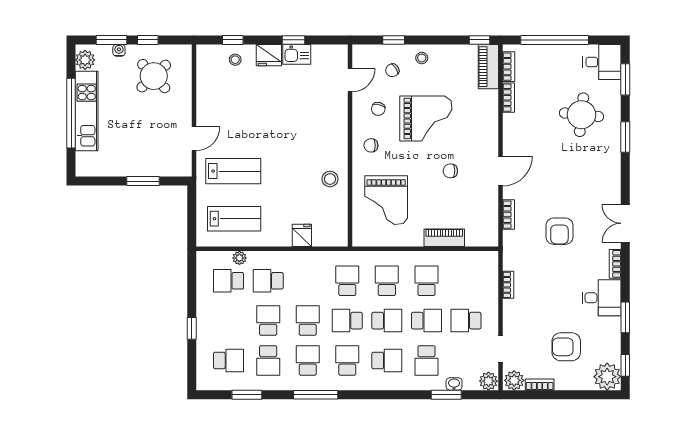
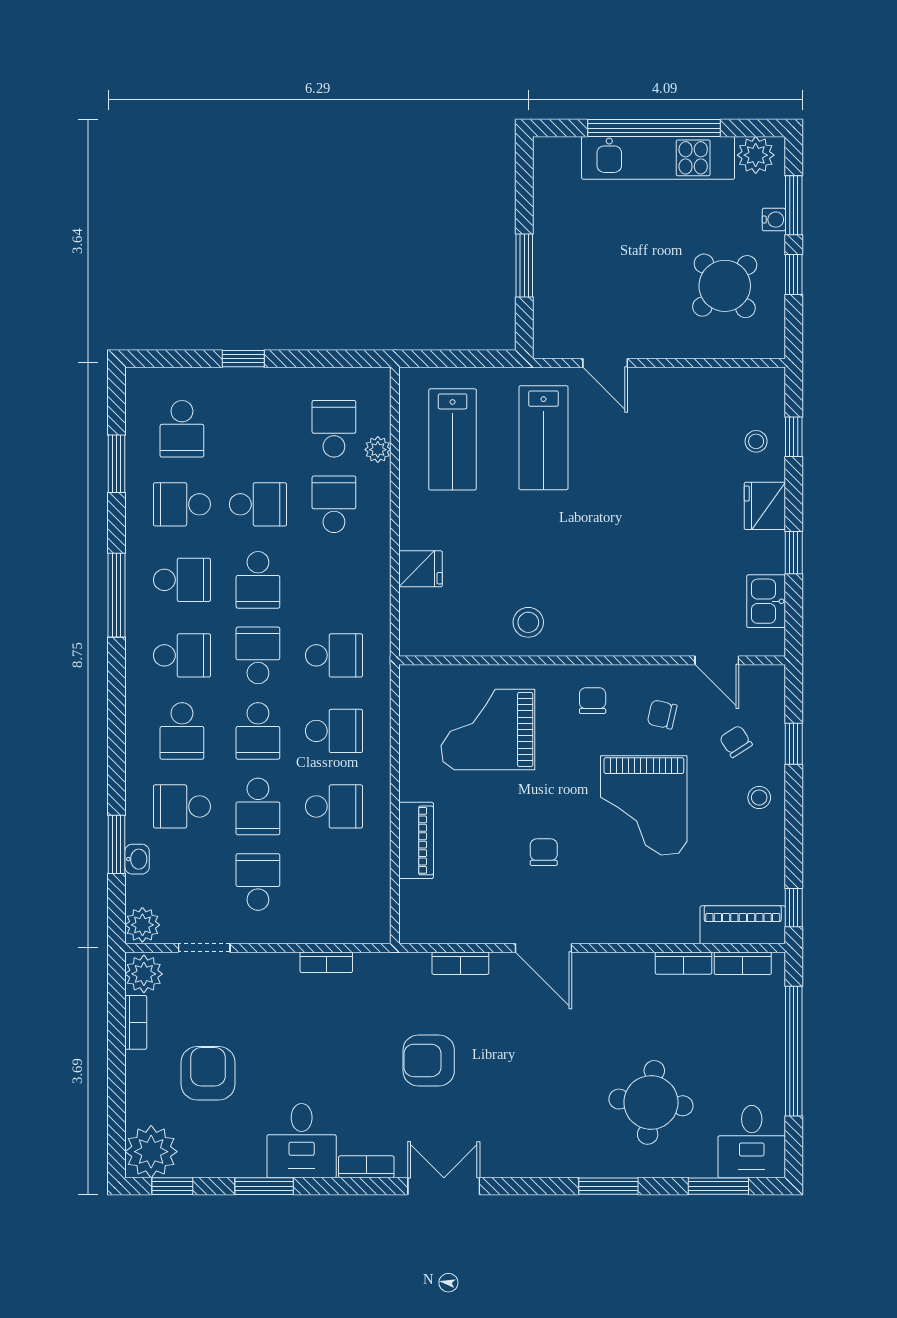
kitchen sink: (297, 54) -> (766, 601), moved
school desk: (308, 321) -> (258, 580), turned 90

